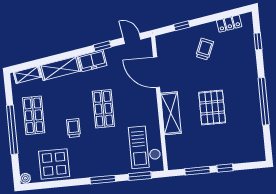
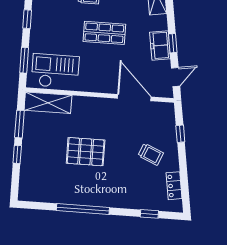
freezer: (92, 61) -> (160, 45), moved
door: (157, 72) -> (134, 98), hinge flipped
shelving: (171, 113) -> (48, 103), moved
window: (103, 180) -> (27, 19), width x0.67

